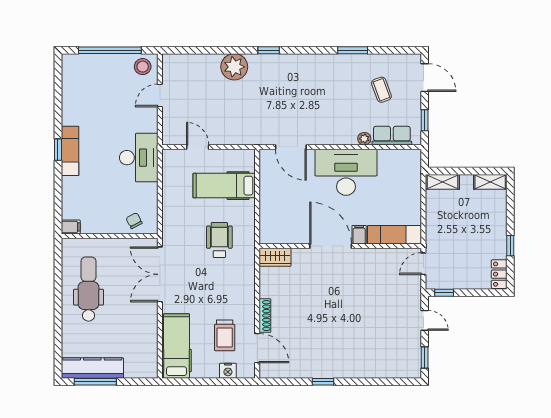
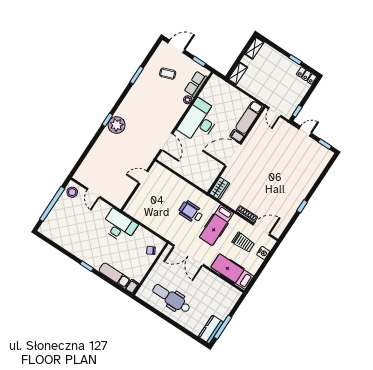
plant: (234, 67) -> (117, 125), moved
door: (198, 147) -> (143, 177), moved
door: (291, 147) -> (167, 142), hinge flipped
exam couch: (70, 151) -> (114, 275), moved
hospital bed: (224, 186) -> (217, 225), moved
kitchen counter: (92, 368) -> (211, 329), width x0.67

